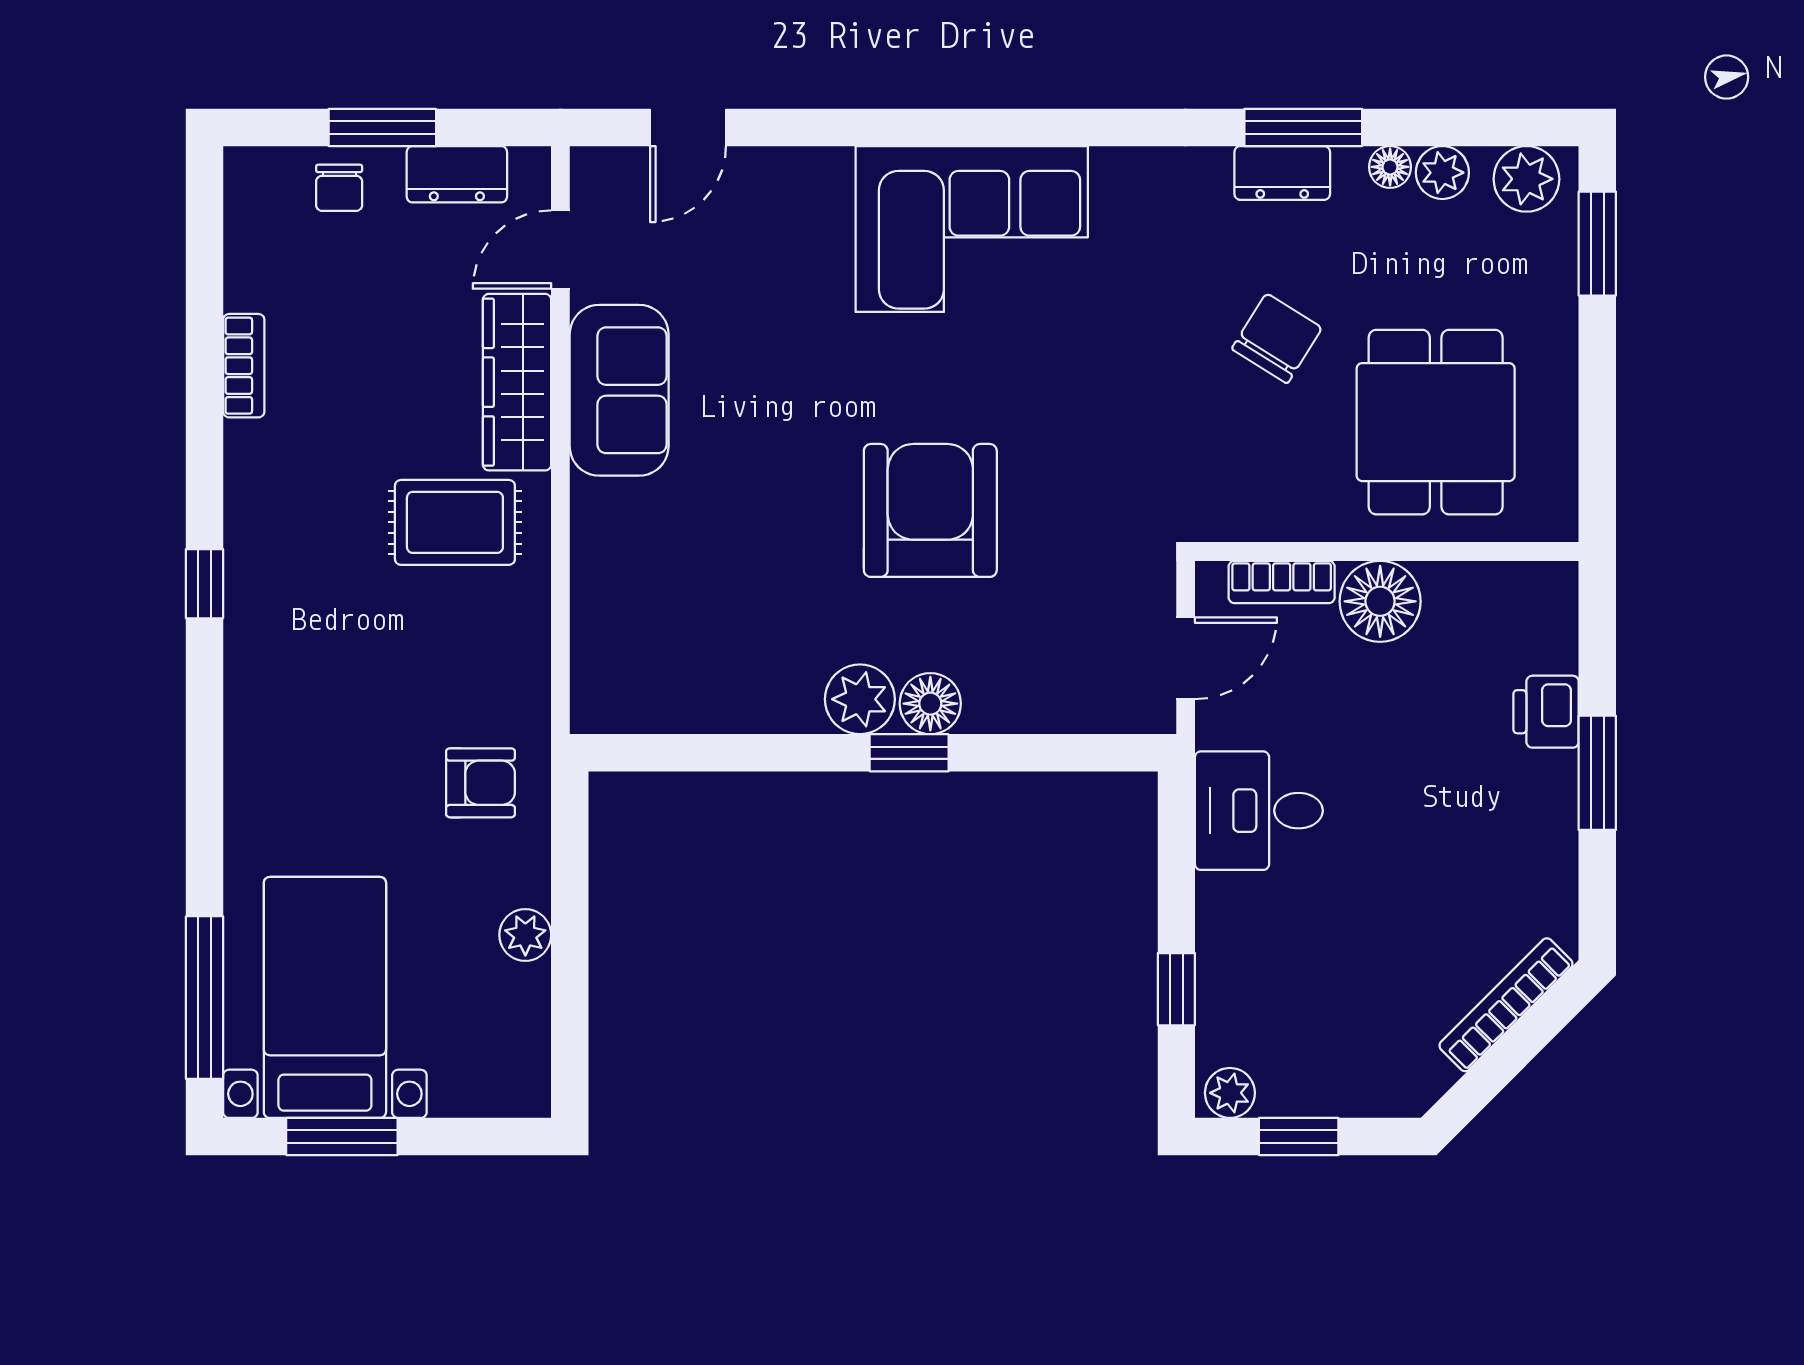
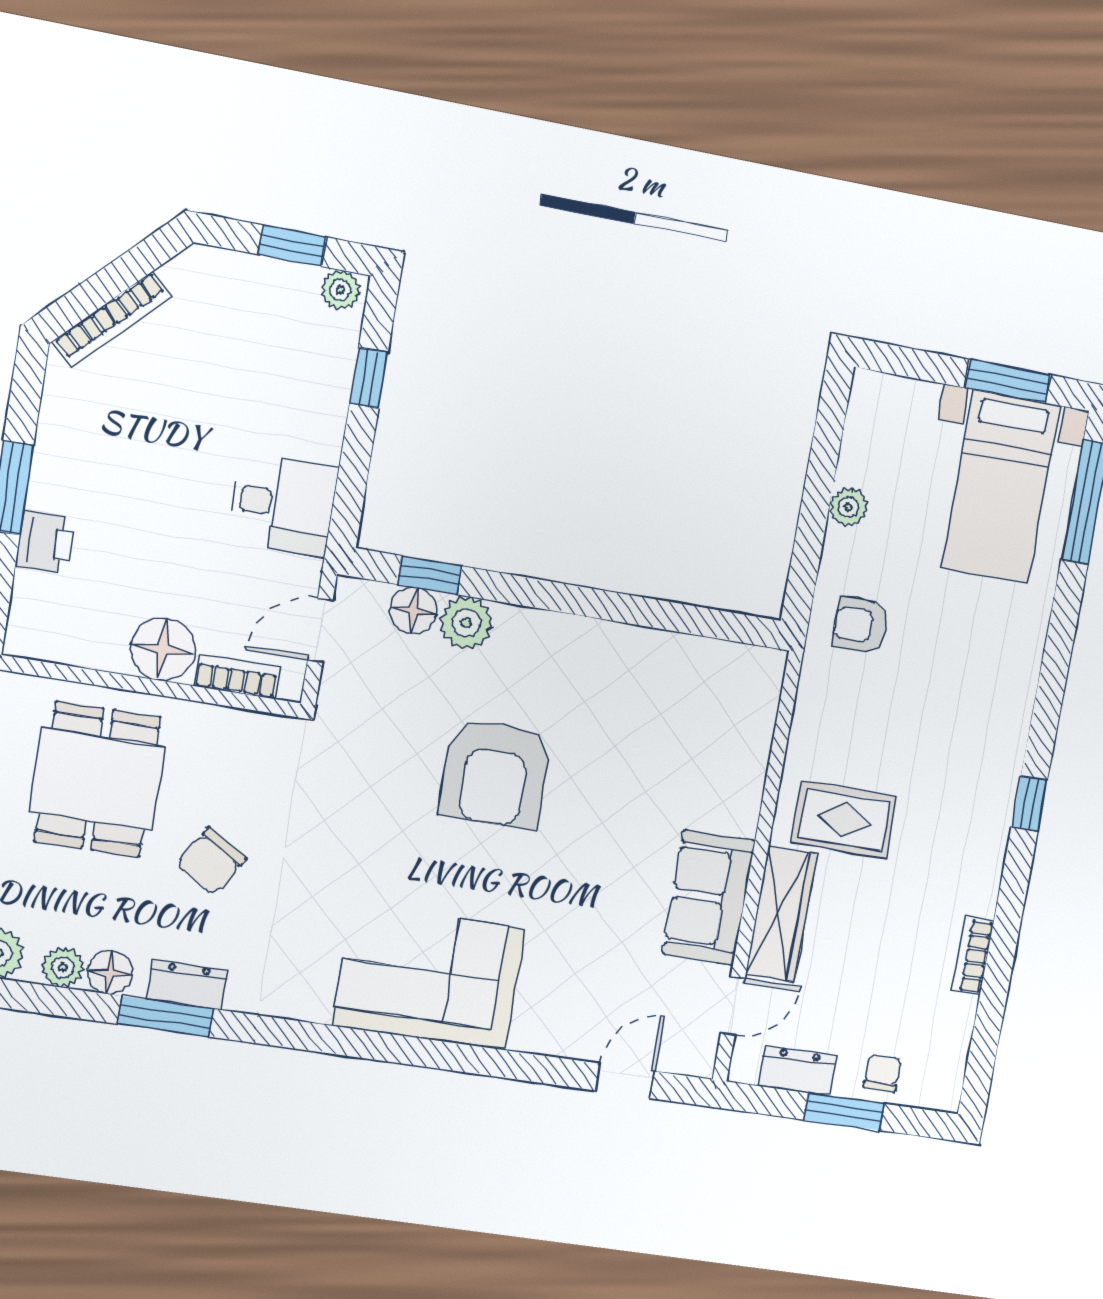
floor lamp: (1390, 167) -> (110, 972), width x1.37, depth x1.37
plant: (860, 699) -> (466, 623), moved
floor lamp: (930, 704) -> (413, 611), moved
window: (909, 753) -> (429, 575), moved

